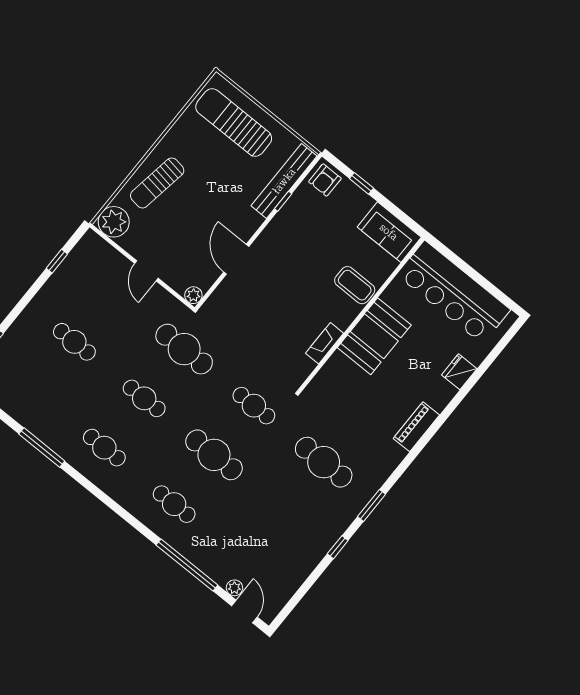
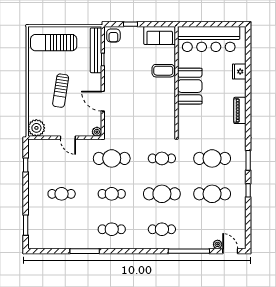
sun lounger: (157, 183) -> (61, 91), moved
fireplace: (325, 343) -> (171, 106), removed
cafe table: (284, 511) -> (212, 194), added

